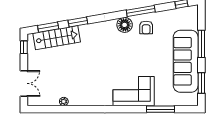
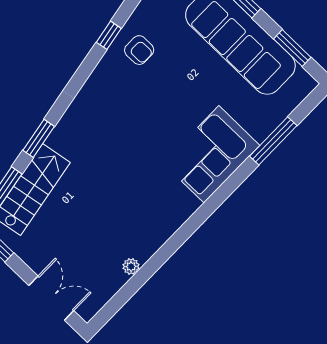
window: (141, 11) -> (109, 35), width x0.46
floor lamp: (125, 25) -> (106, 77), removed

